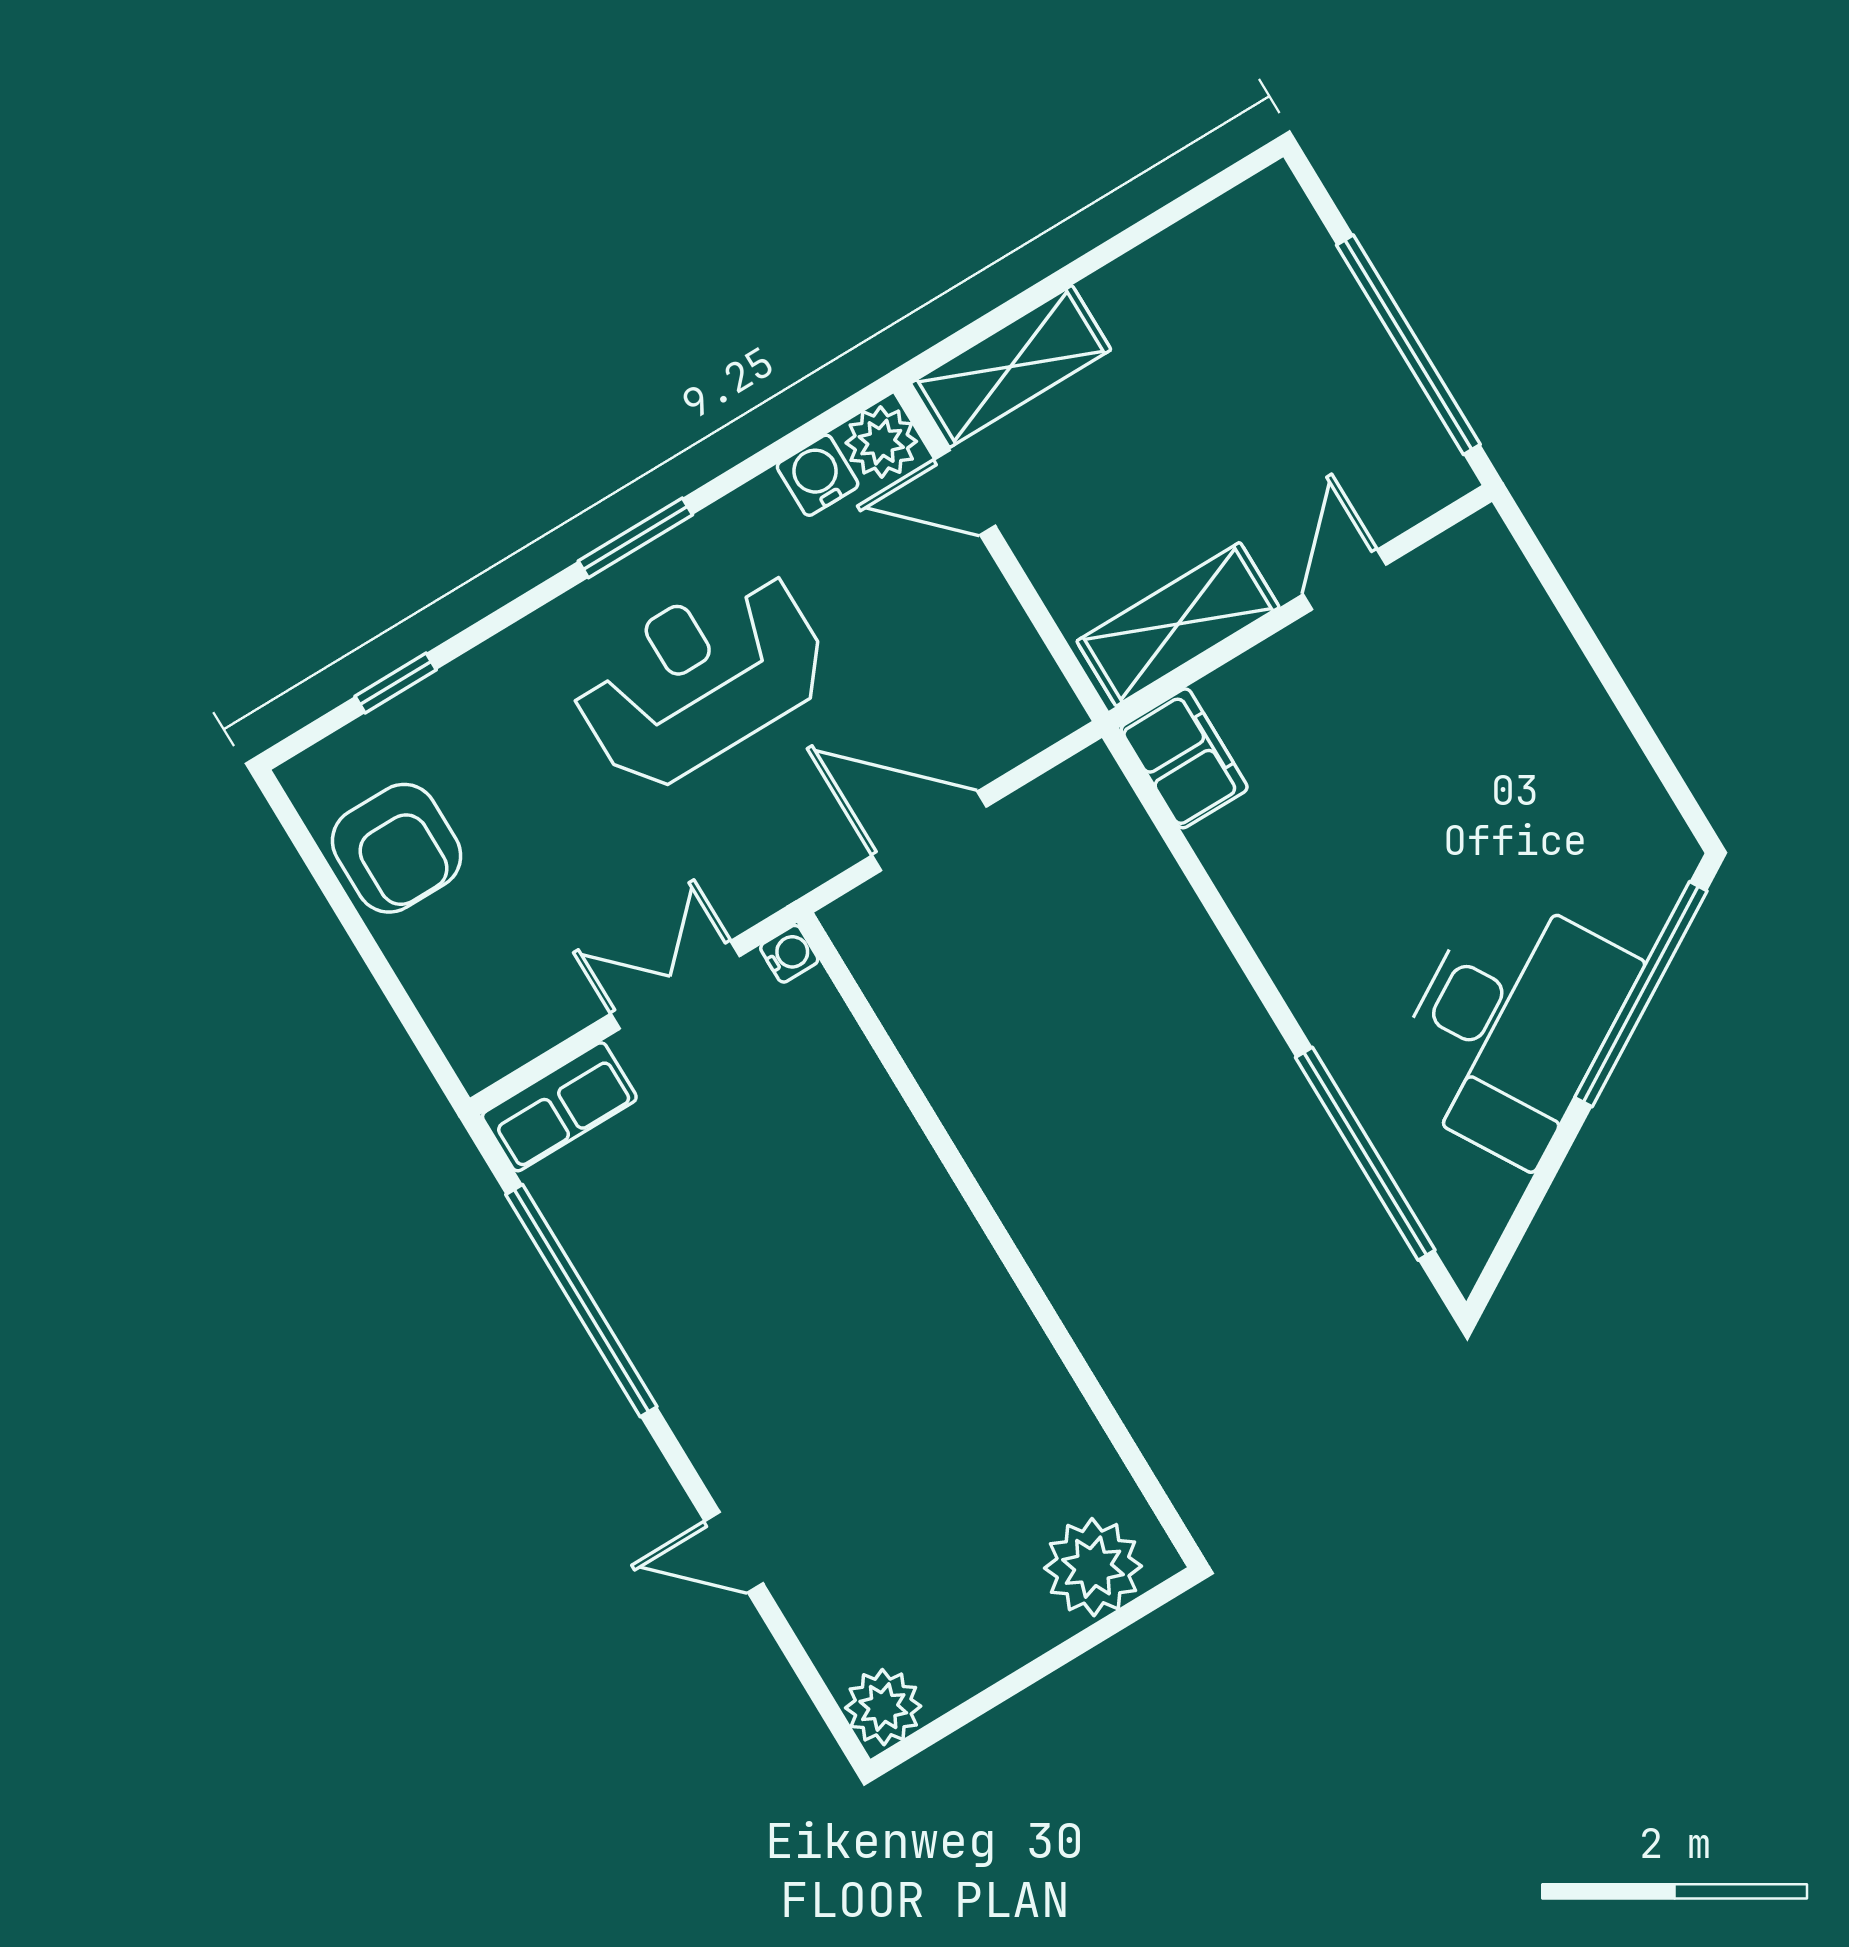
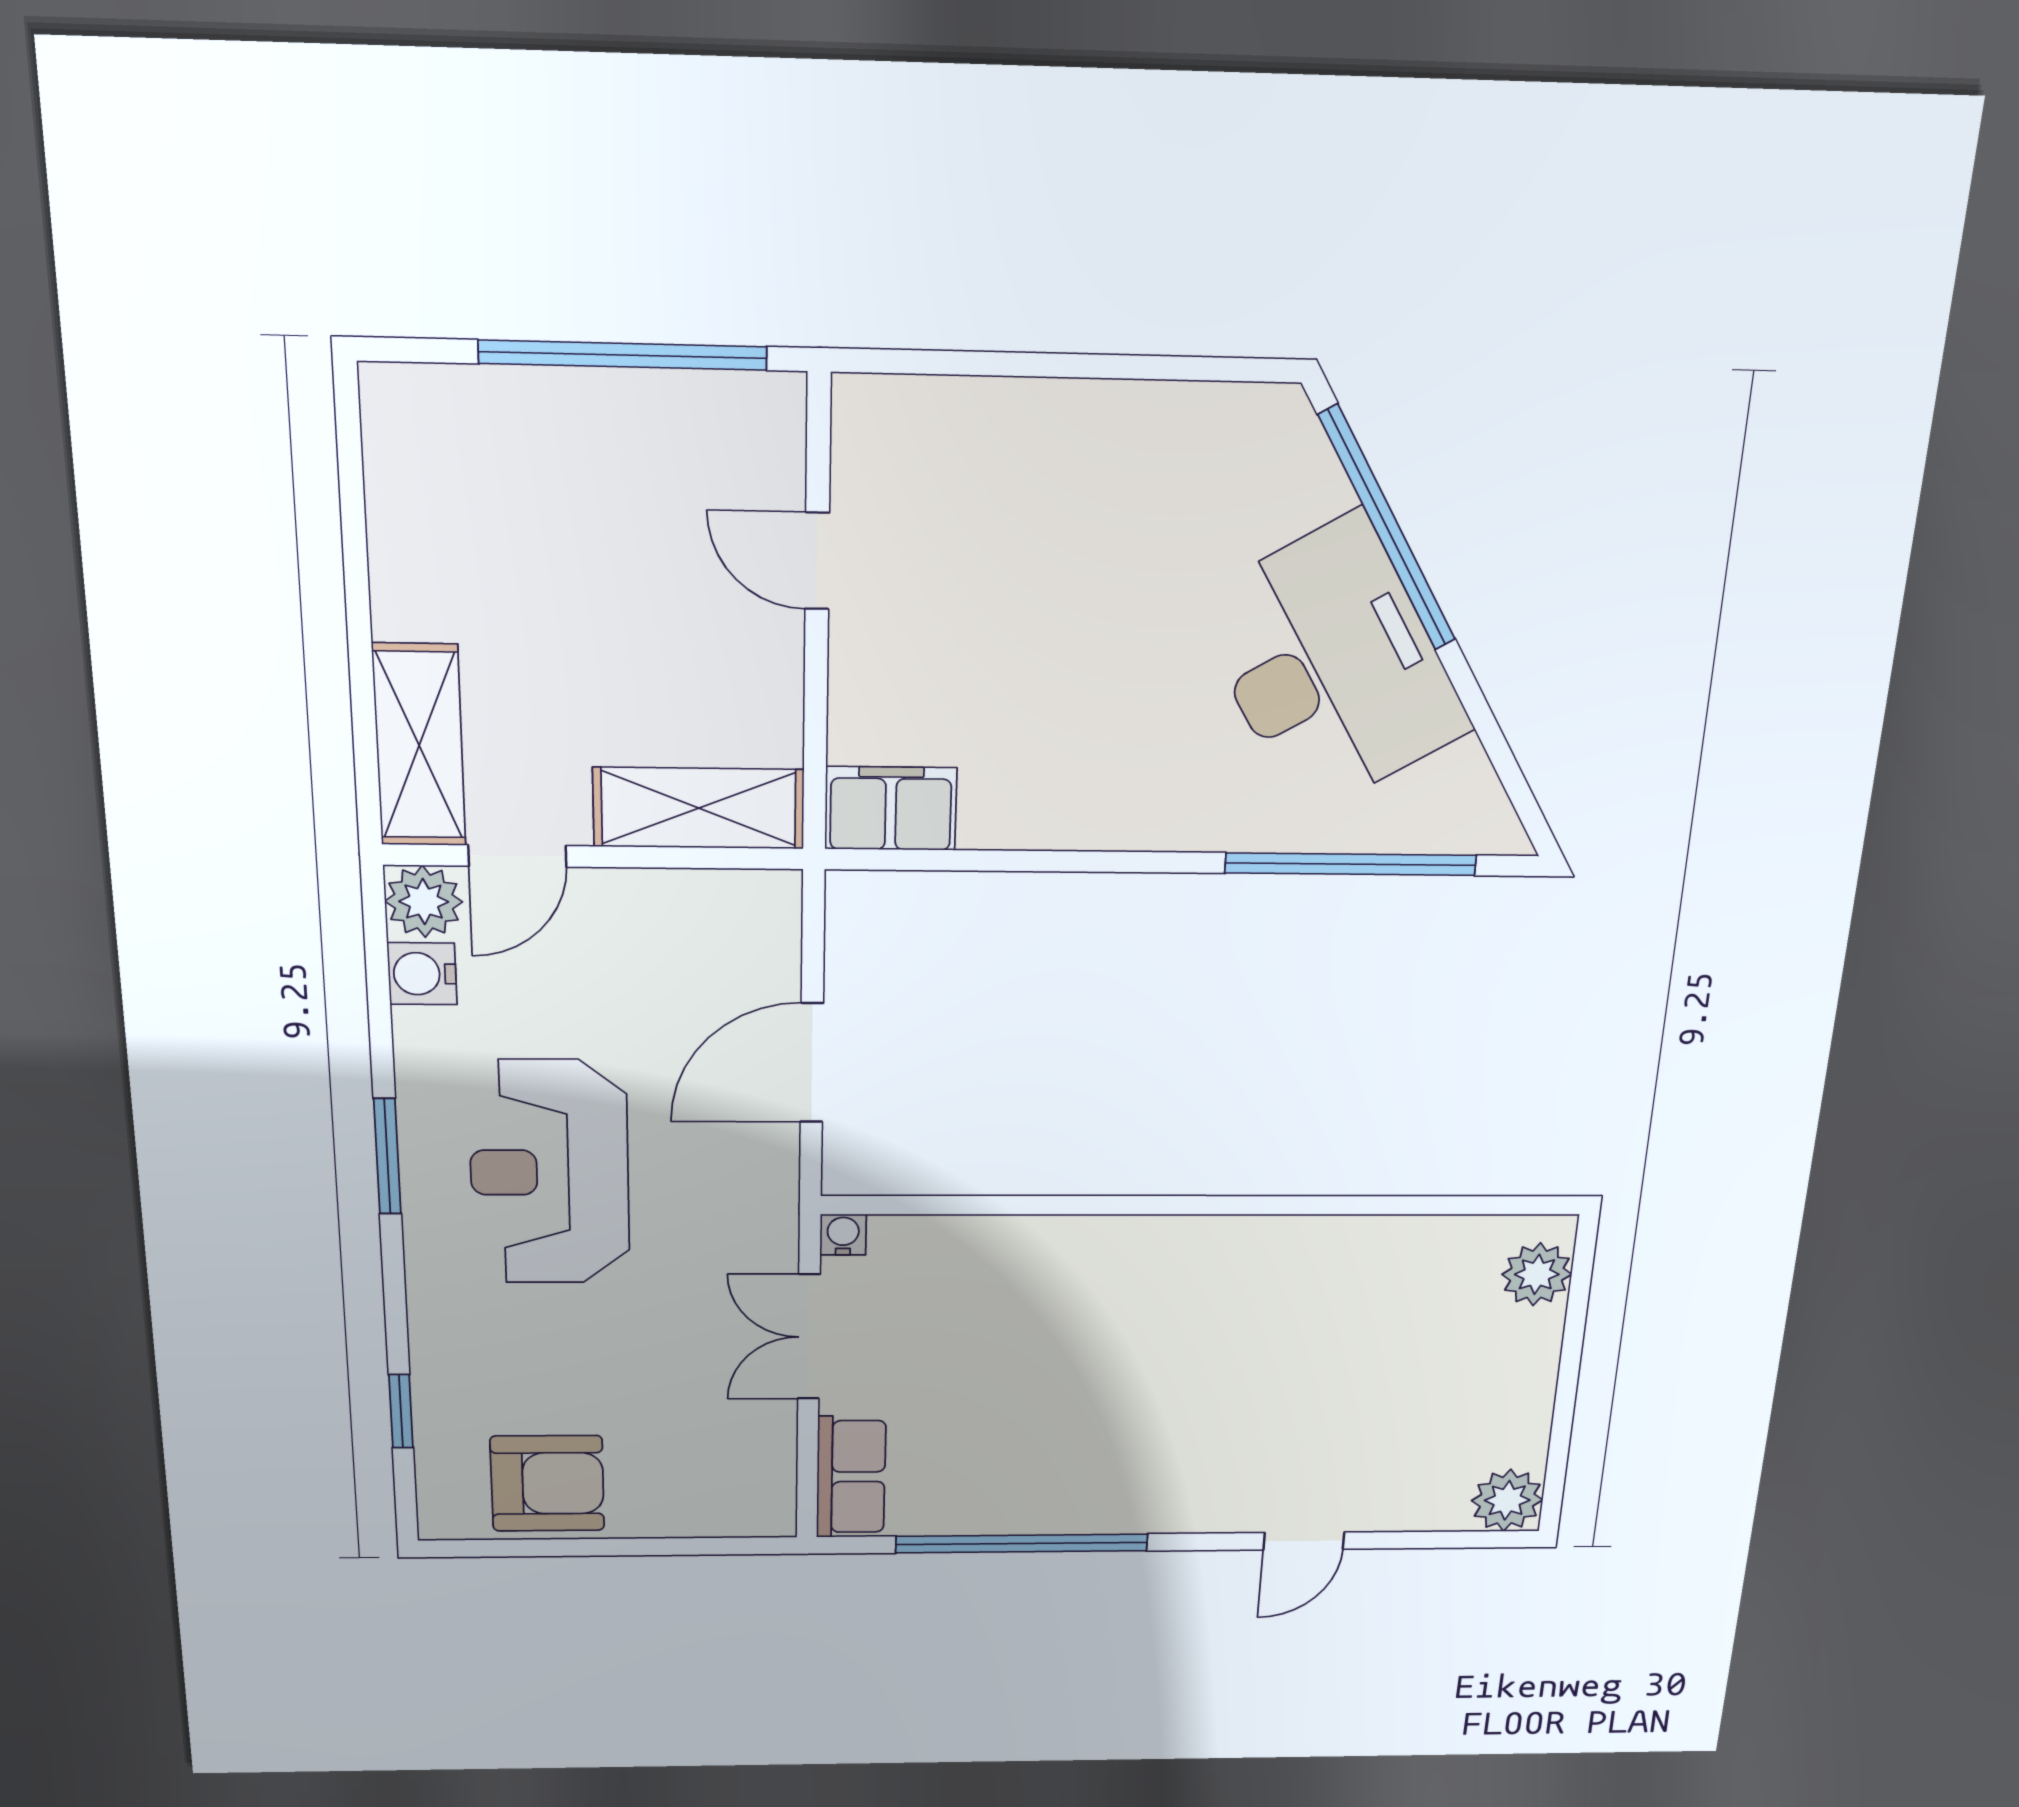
shelving: (1178, 624) -> (699, 808), moved, turned 90
plant: (1093, 1567) -> (1537, 1274), width x0.73, depth x0.73

